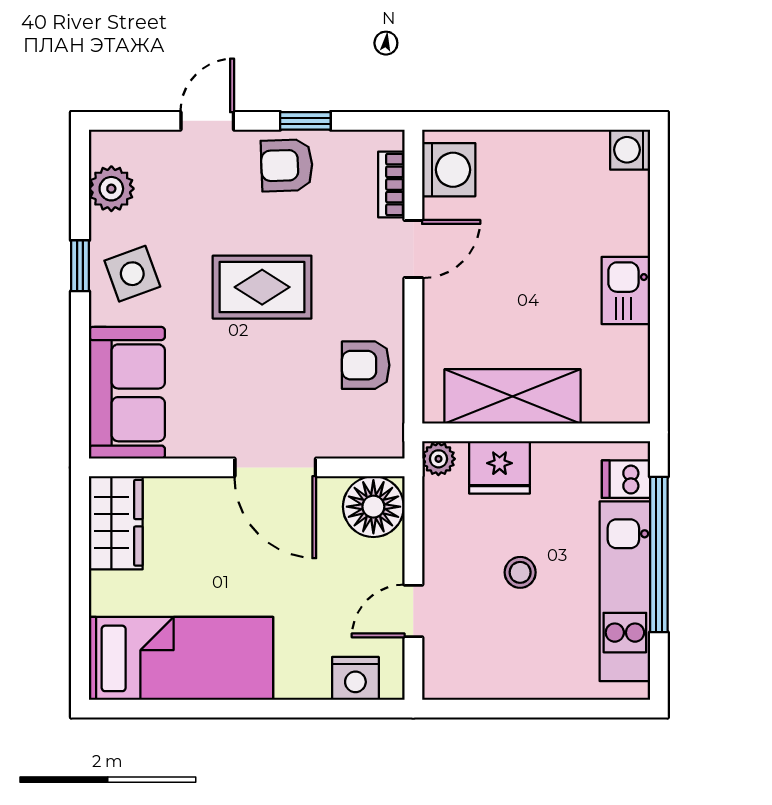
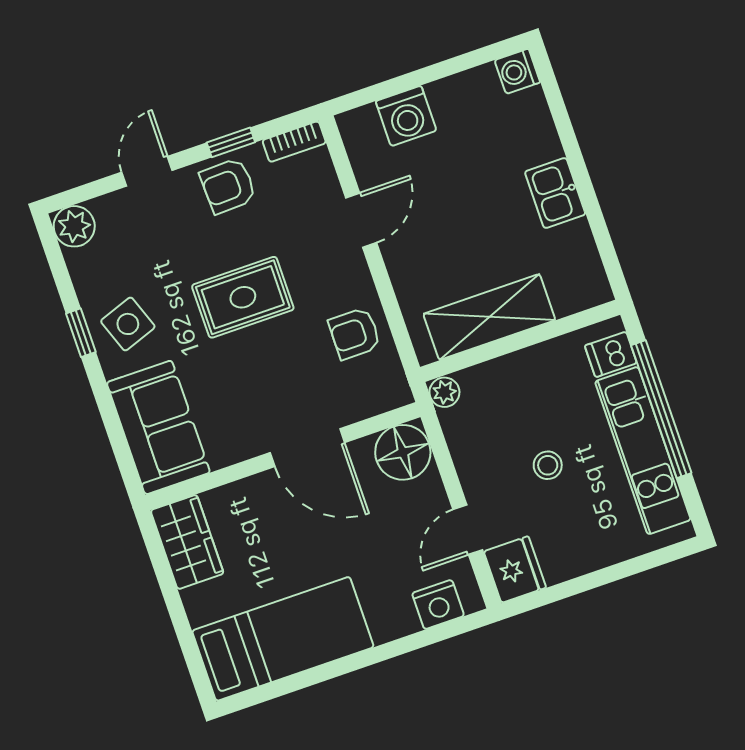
washing machine: (449, 170) -> (406, 116), moved, turned 90
bookcase: (391, 184) -> (294, 142), moved, turned -90
plant: (111, 189) -> (74, 226), moved
fridge: (500, 467) -> (515, 570), moved, turned -90

